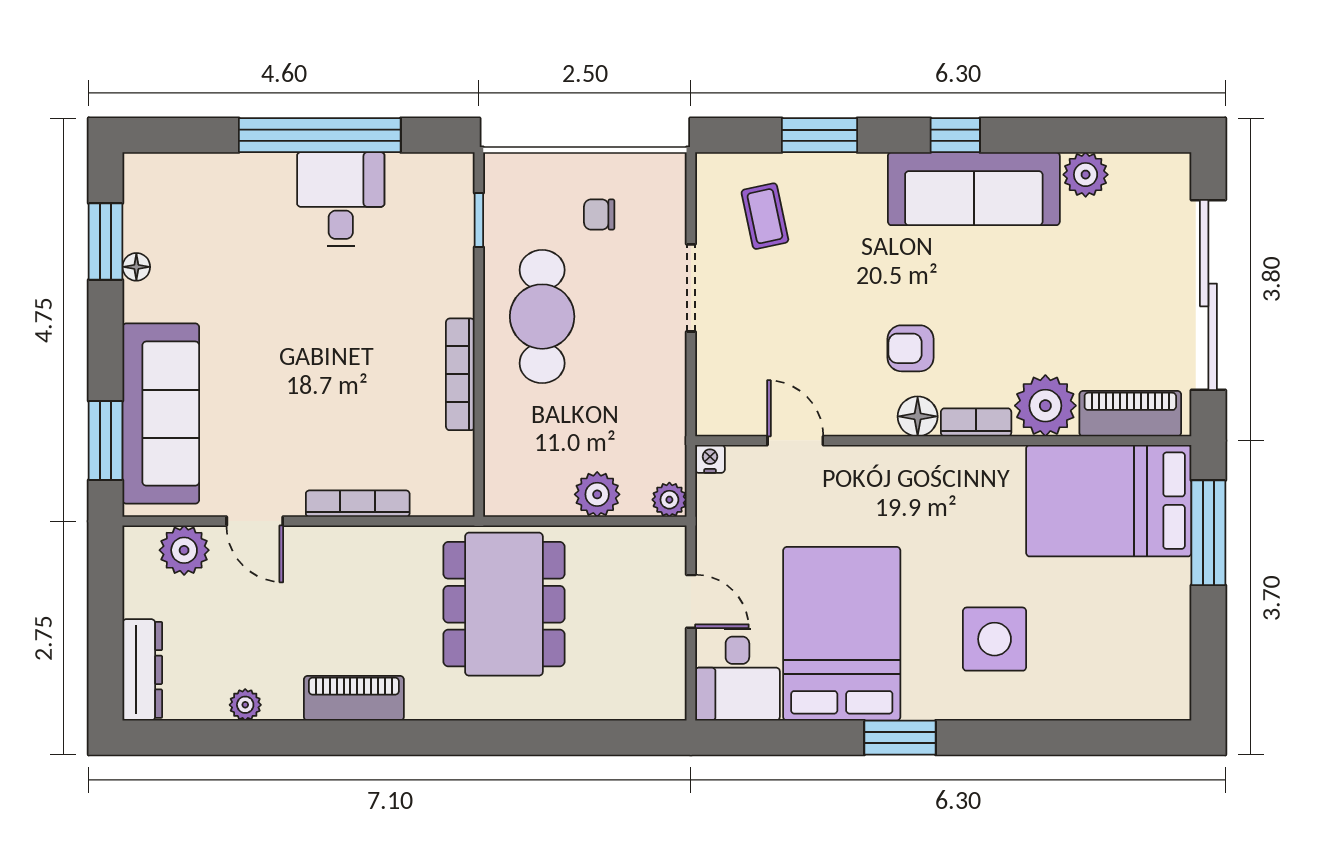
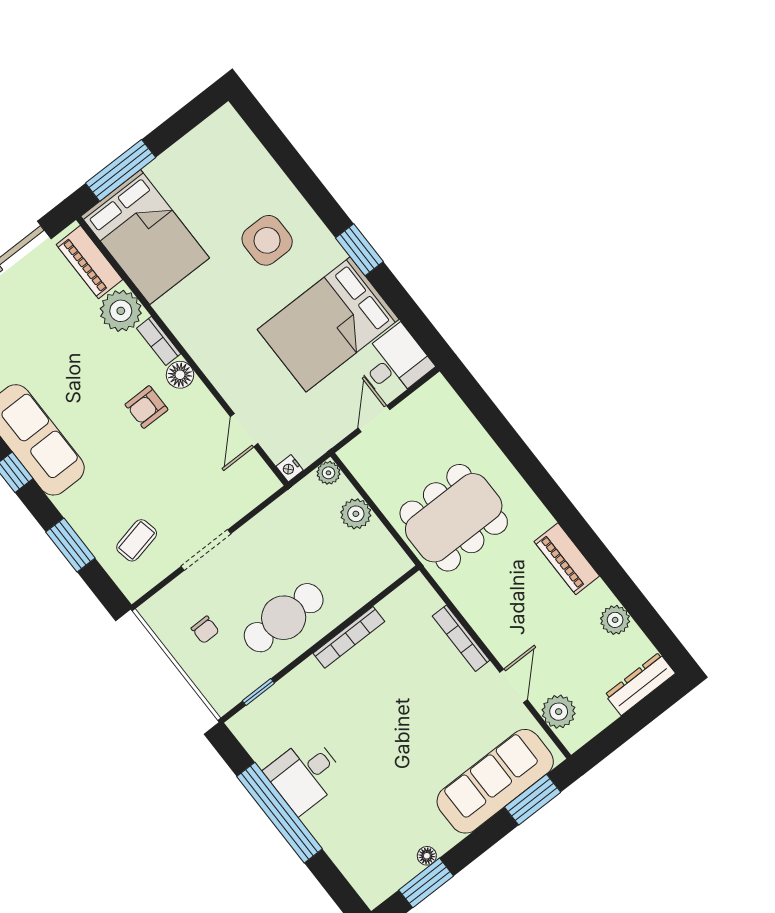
armchair: (911, 348) -> (146, 407), turned 90
plant: (245, 705) -> (615, 620), width x1.38, depth x1.38

